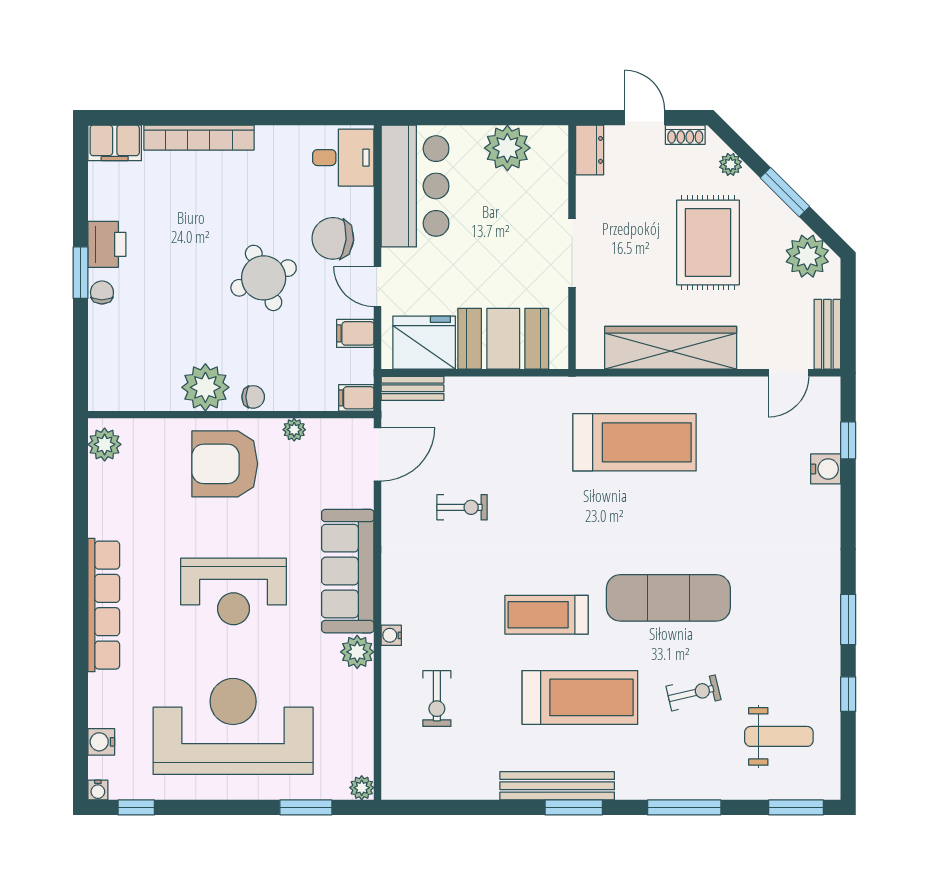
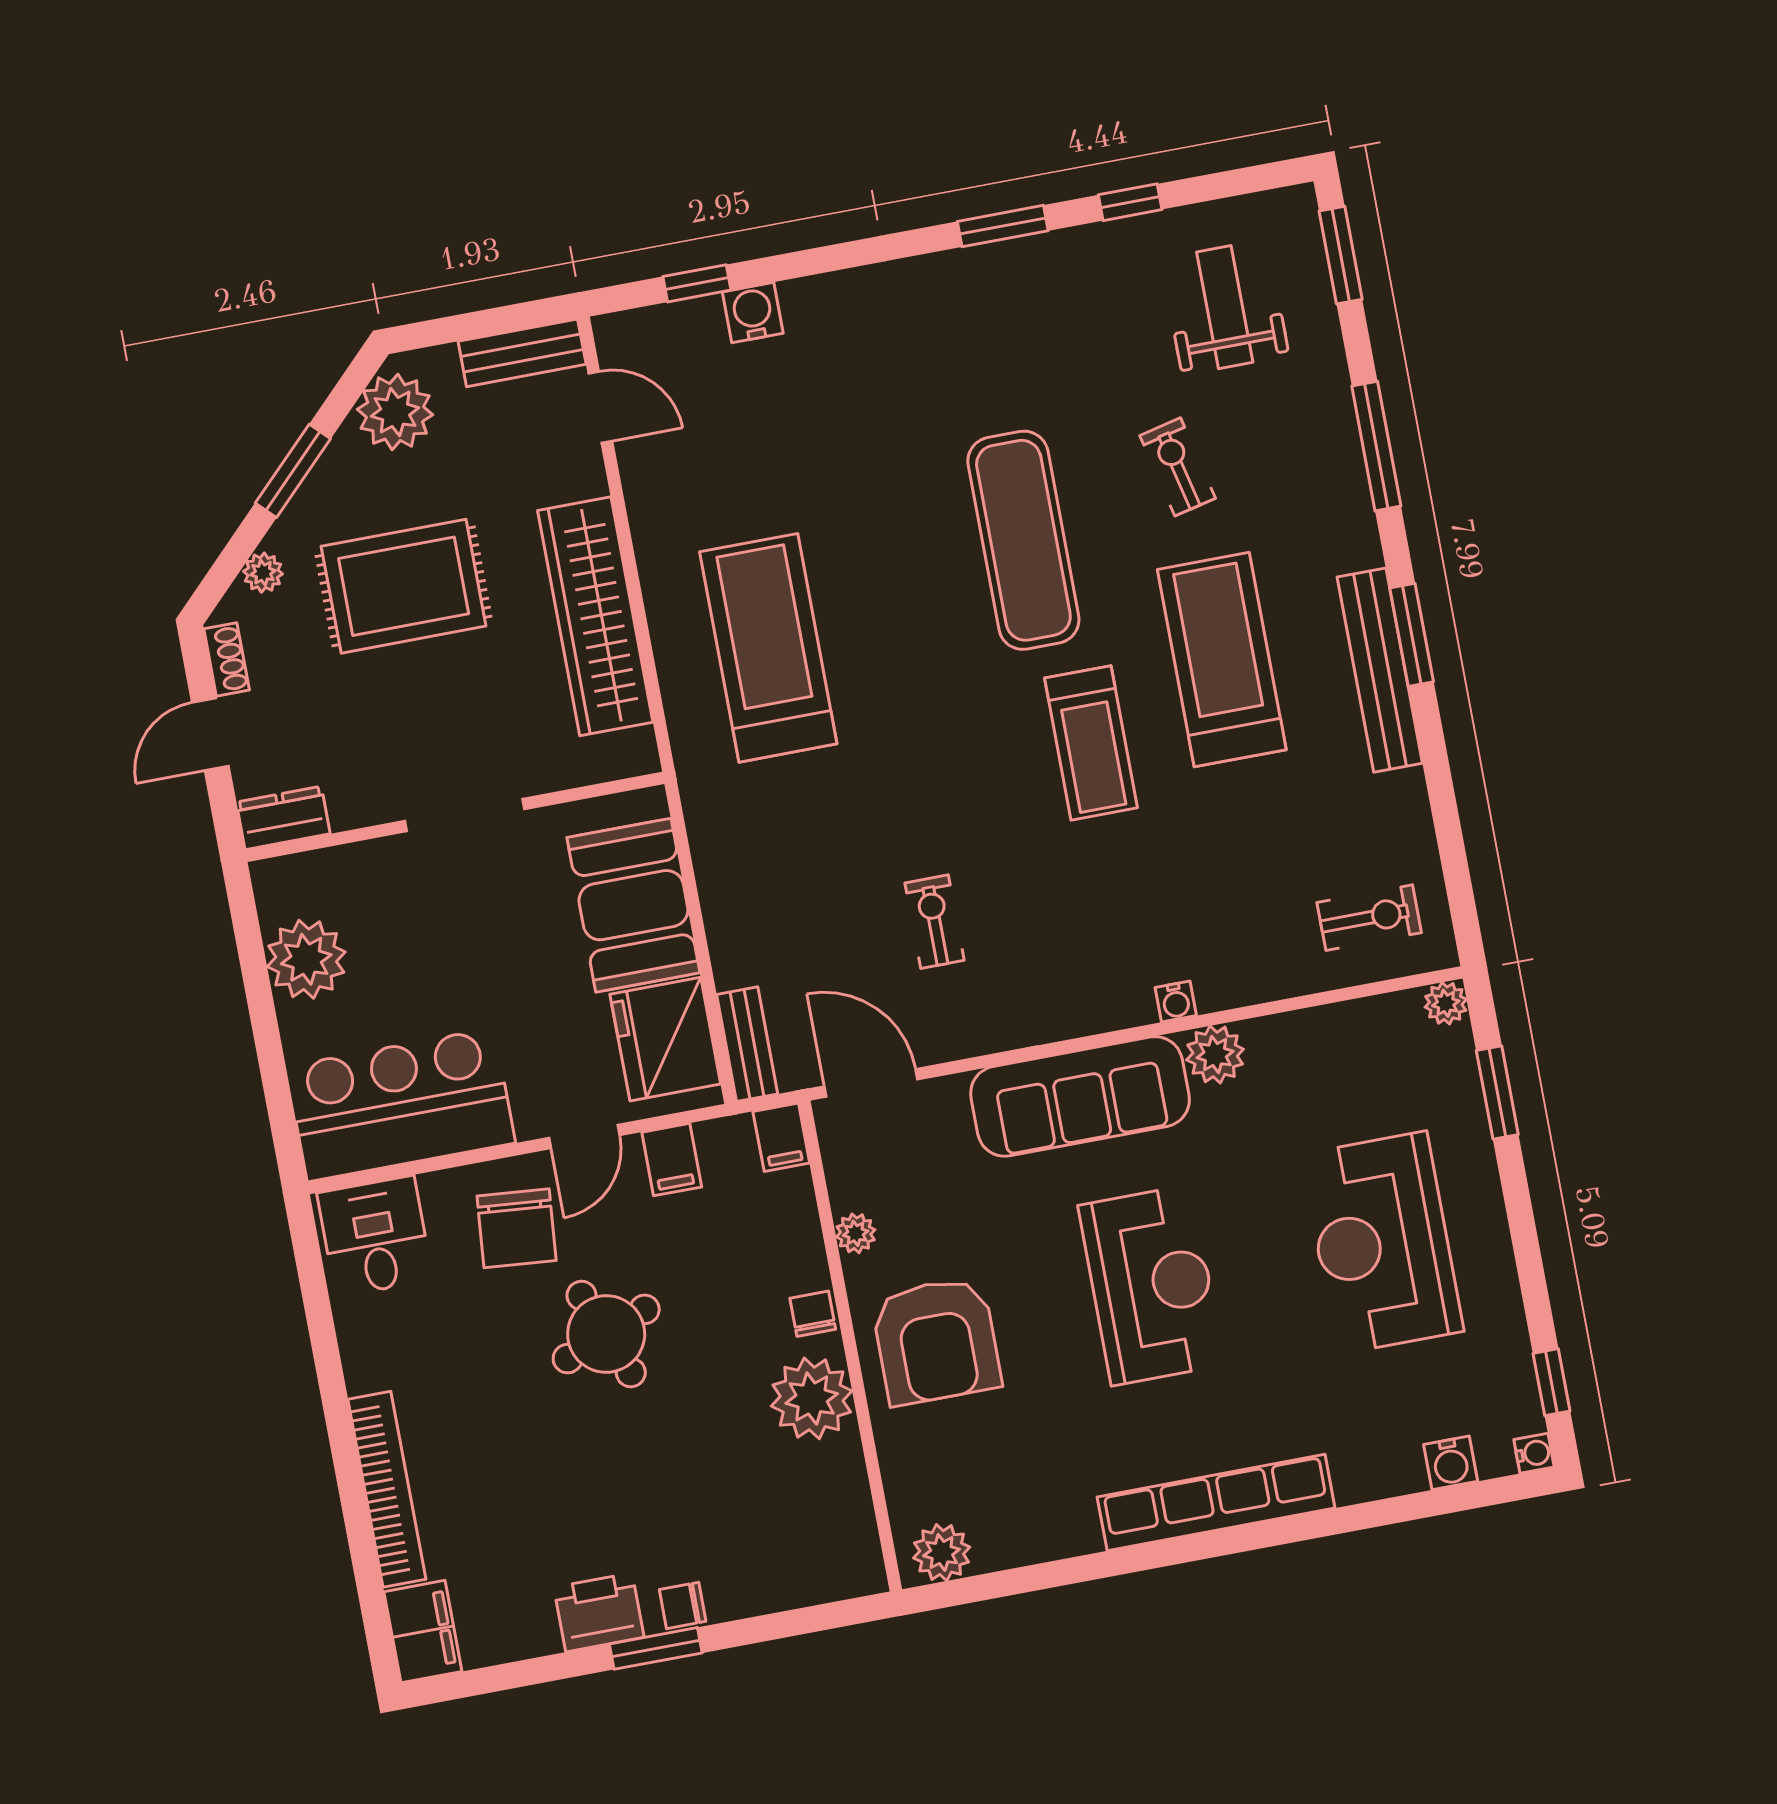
exercise bike: (437, 699) -> (1369, 918), moved
reception desk: (233, 726) -> (1382, 1243), width x0.74, depth x0.77

